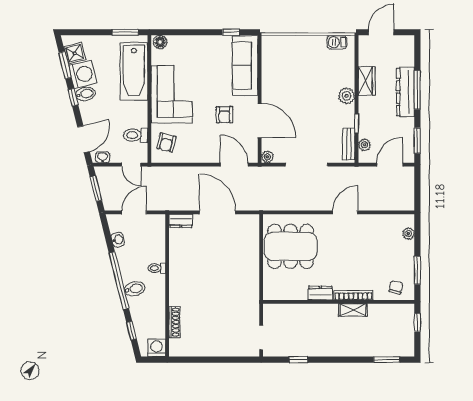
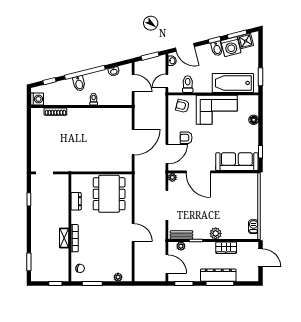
floor lamp: (160, 42) -> (254, 120), moved
armchair: (224, 115) -> (186, 138), moved
door: (260, 120) -> (198, 172), hinge flipped
dresser: (181, 221) -> (127, 116), removed
dresser: (320, 293) -> (76, 201), moved

